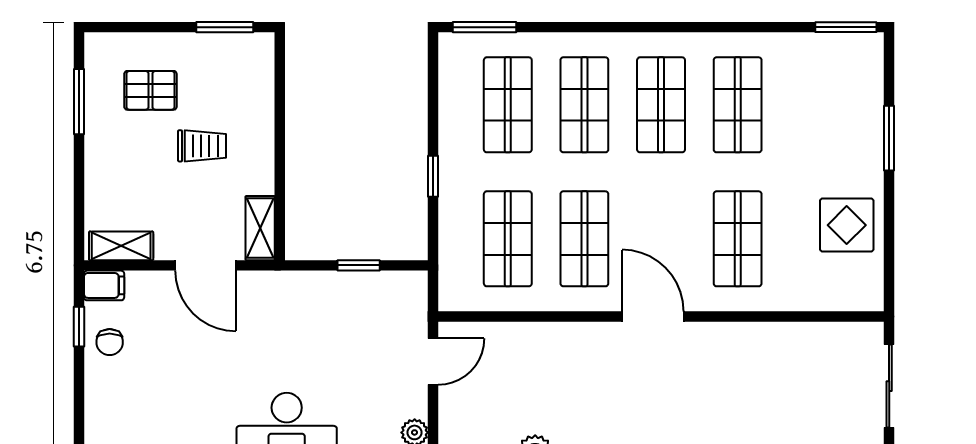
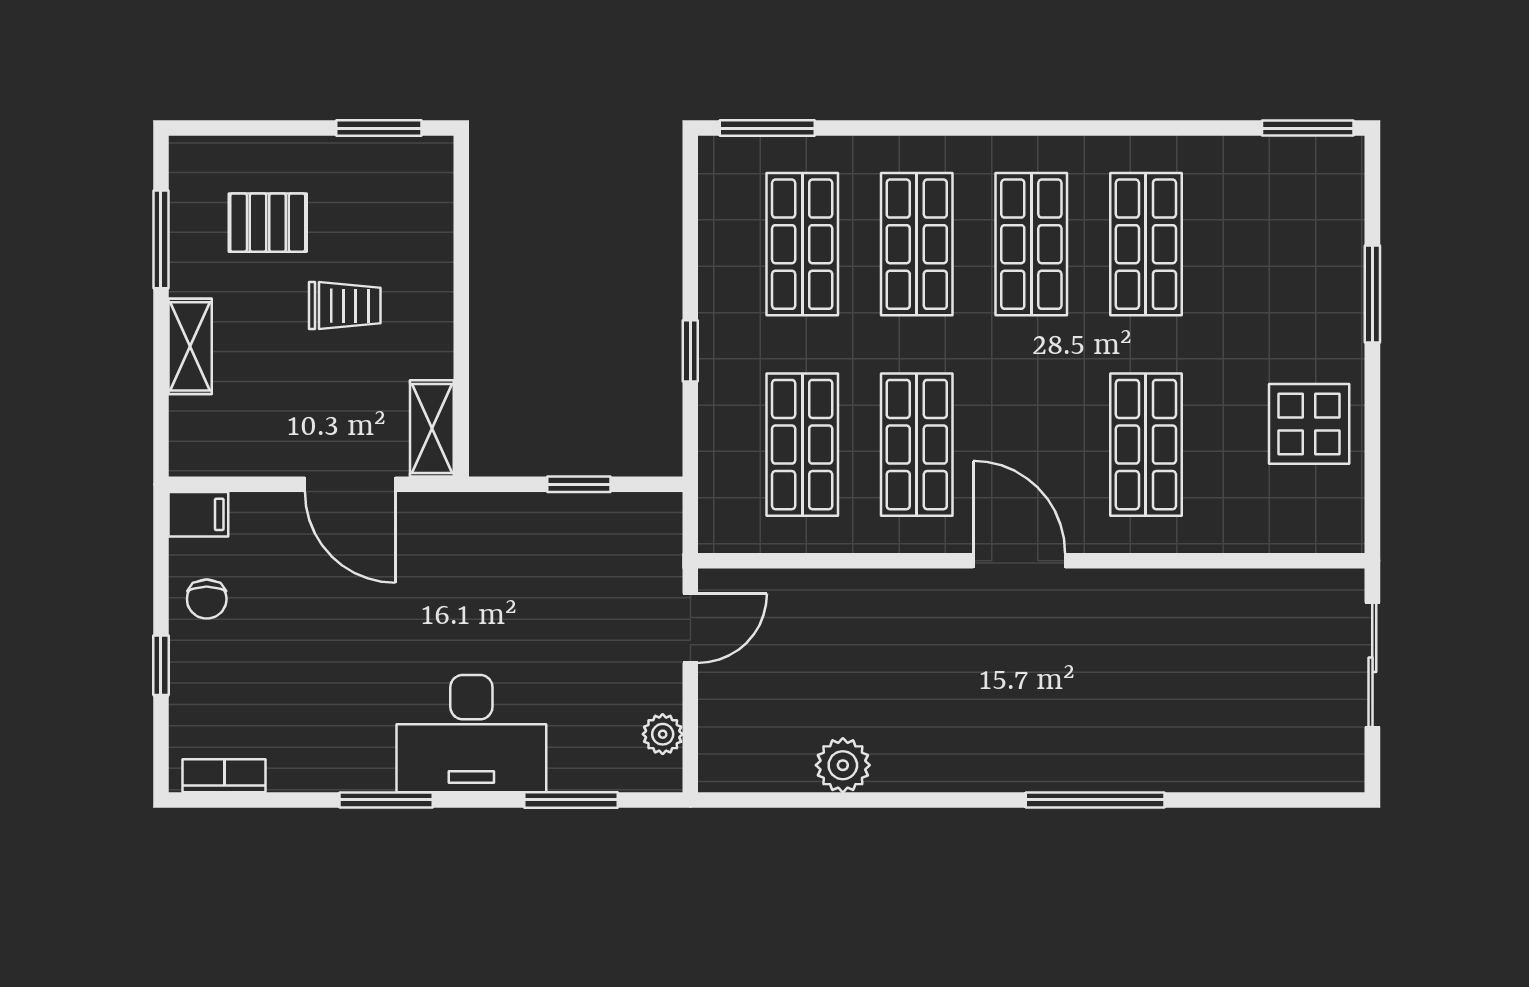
shelving: (121, 246) -> (190, 346), moved, turned 90
window: (79, 327) -> (161, 665), moved

